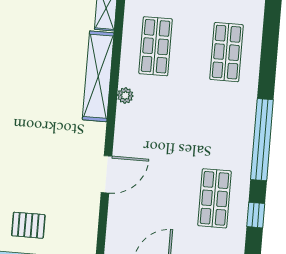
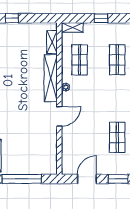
door: (106, 174) -> (59, 116), moved
pallet: (28, 225) -> (20, 160), removed

